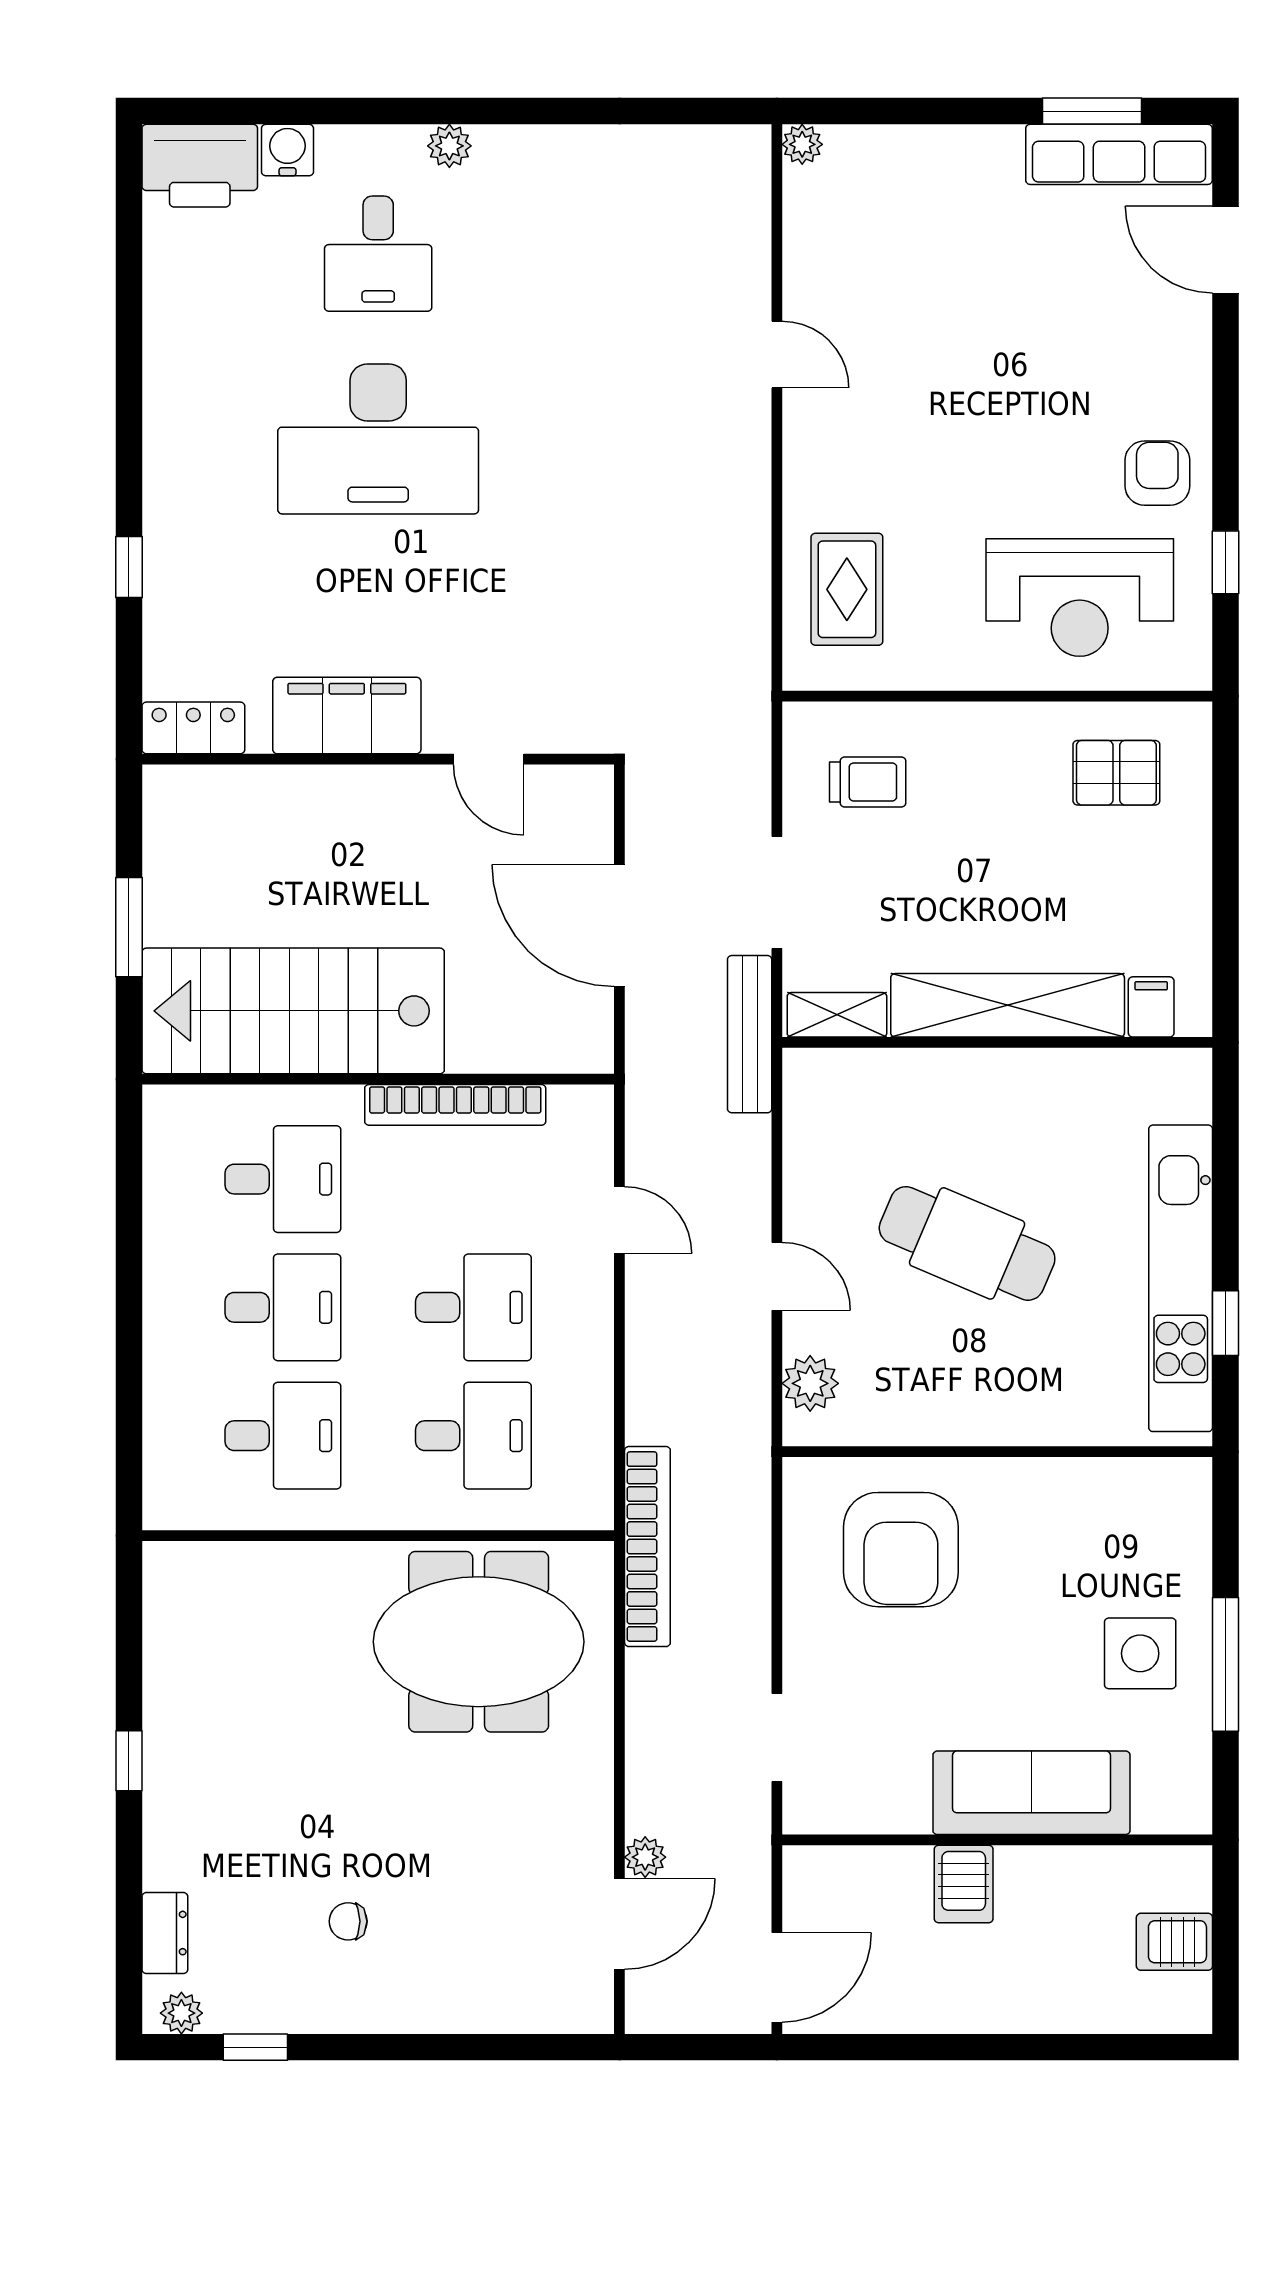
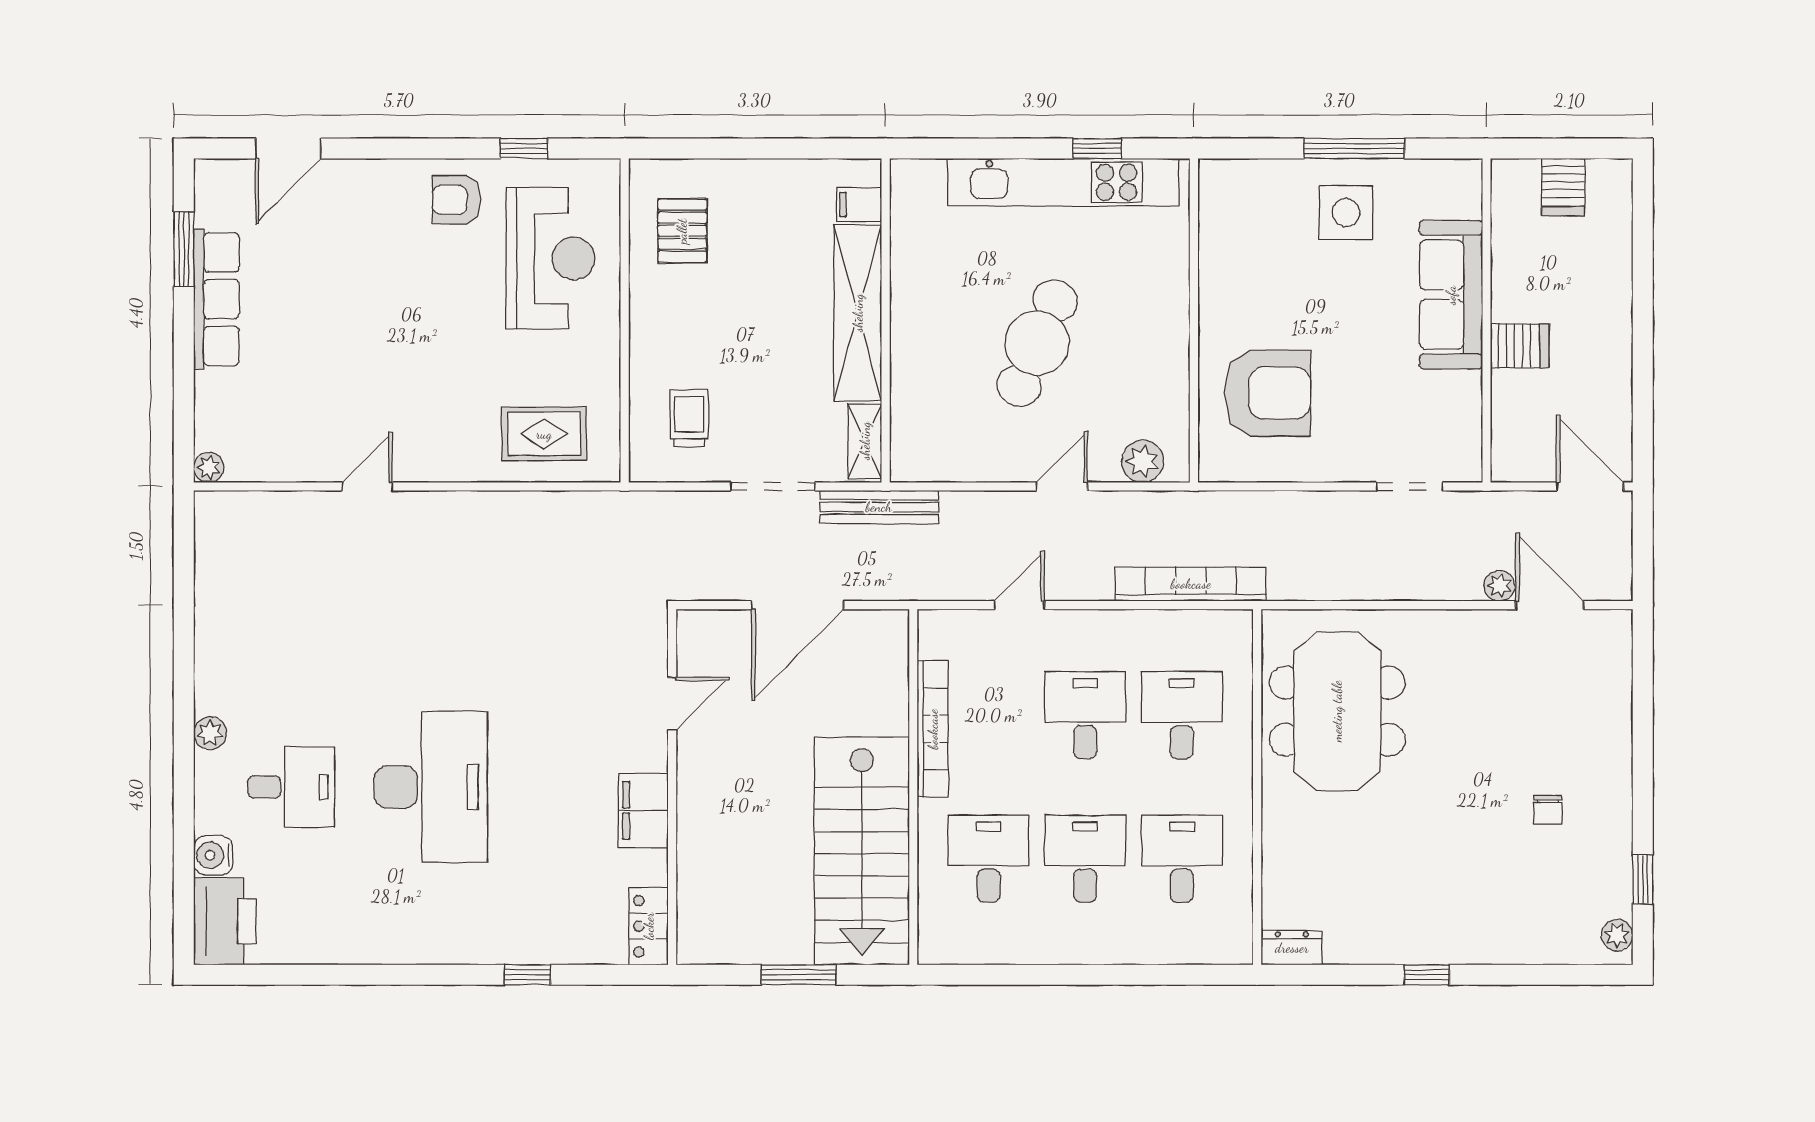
row of seats: (1119, 154) -> (216, 299), moved
filing cabinet: (347, 715) -> (643, 811), width x0.67, depth x0.86
bookcase: (647, 1547) -> (1191, 584), moved
dresser: (165, 1933) -> (1292, 948), moved

